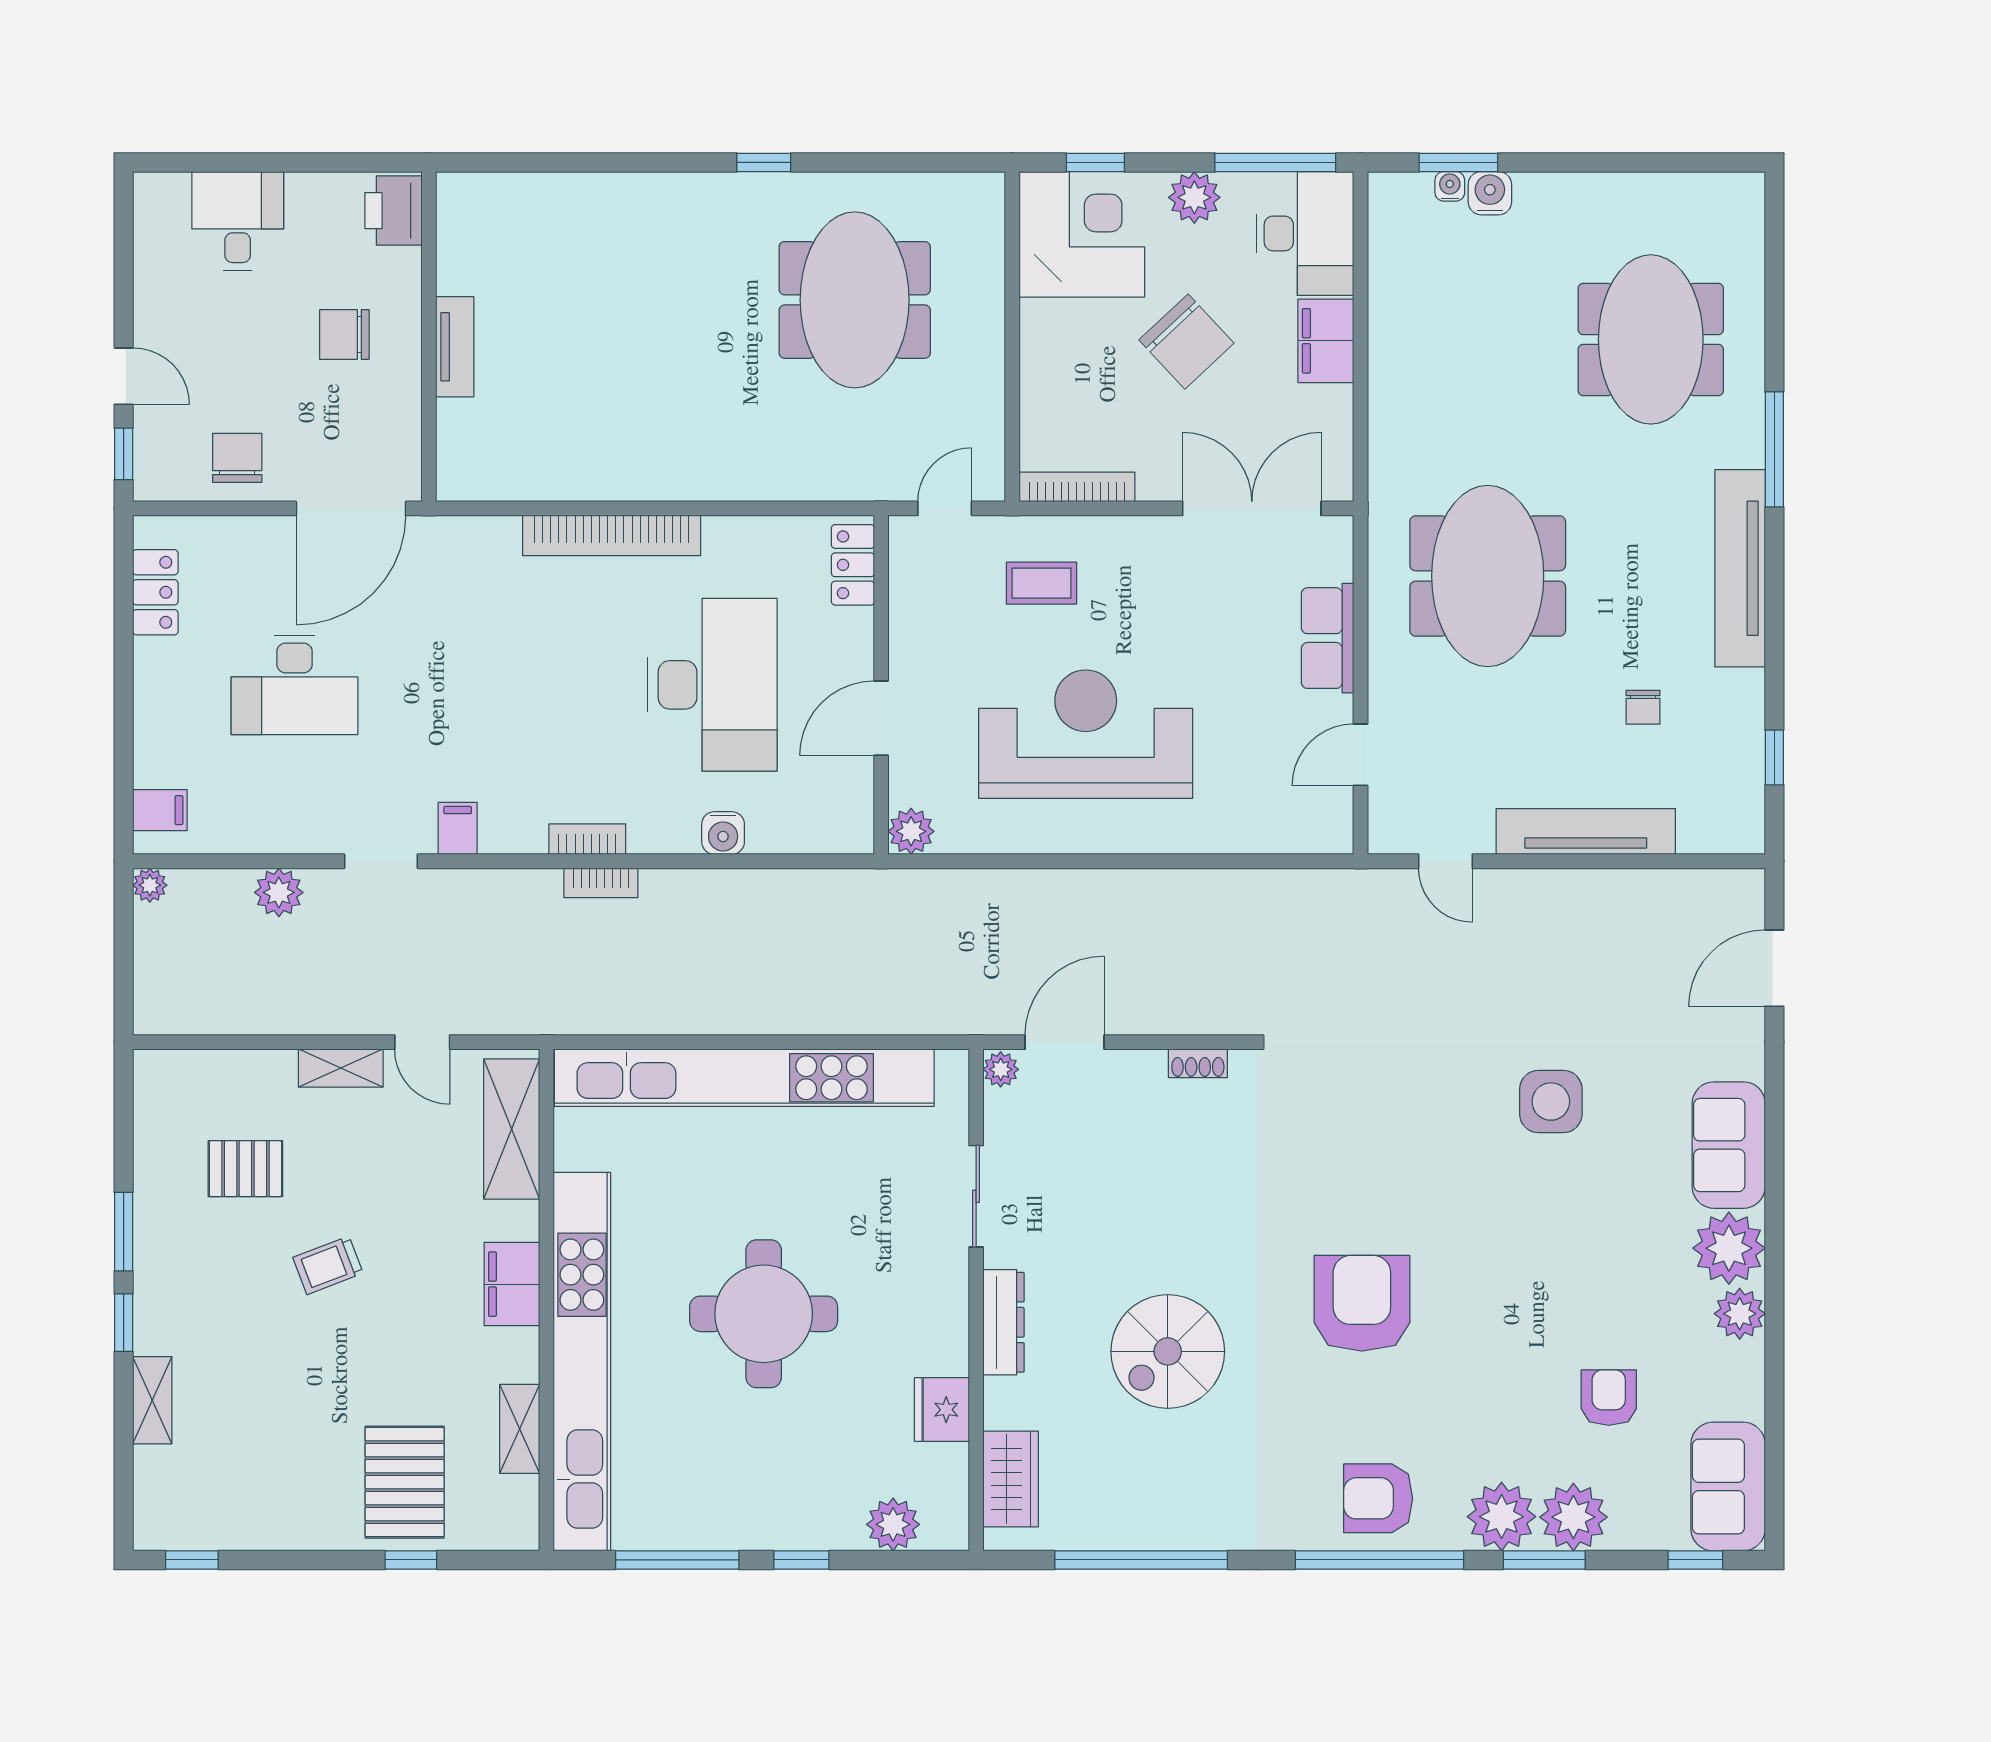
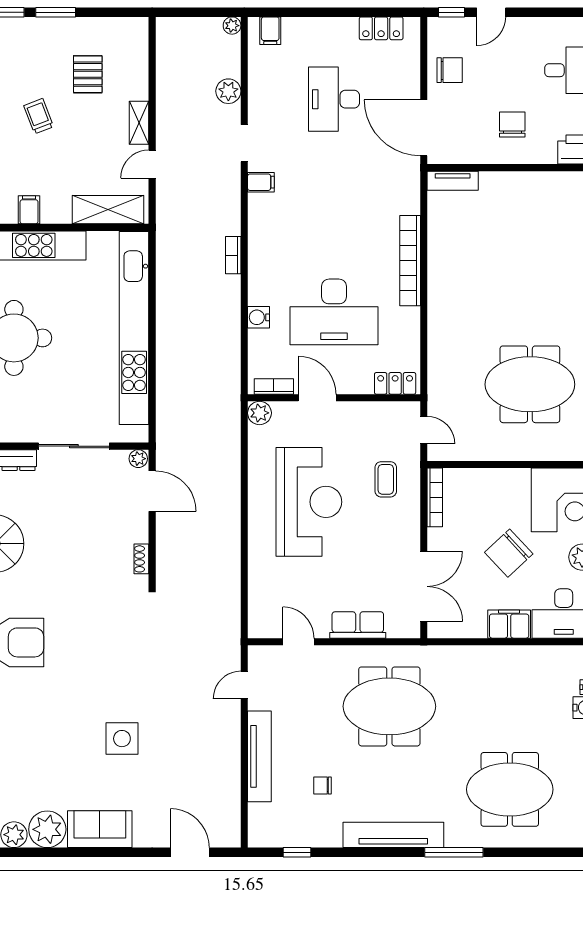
tv unit: (455, 347) -> (453, 181), moved
bookcase: (587, 839) -> (274, 386), moved, turned -90
sliding door: (976, 1196) -> (74, 446), width x1.37
filing cabinet: (512, 1284) -> (29, 210), width x0.50

